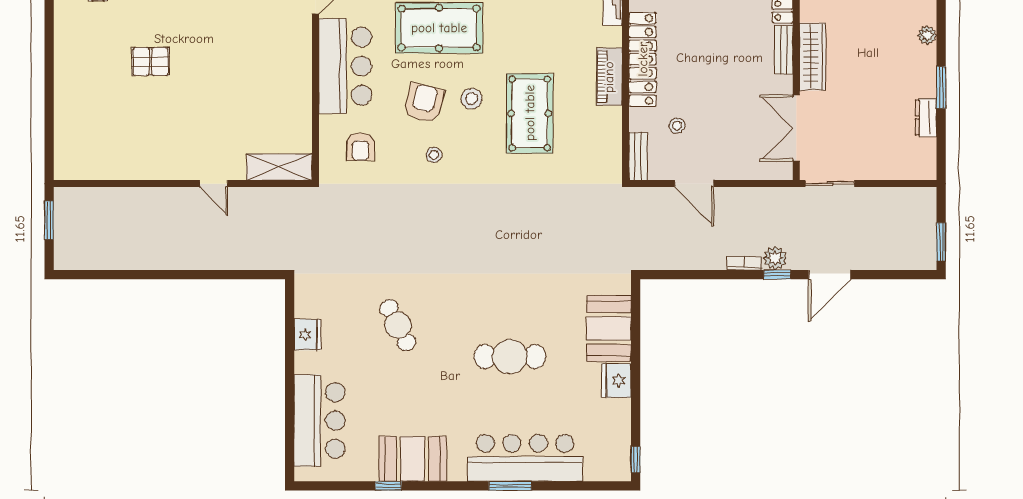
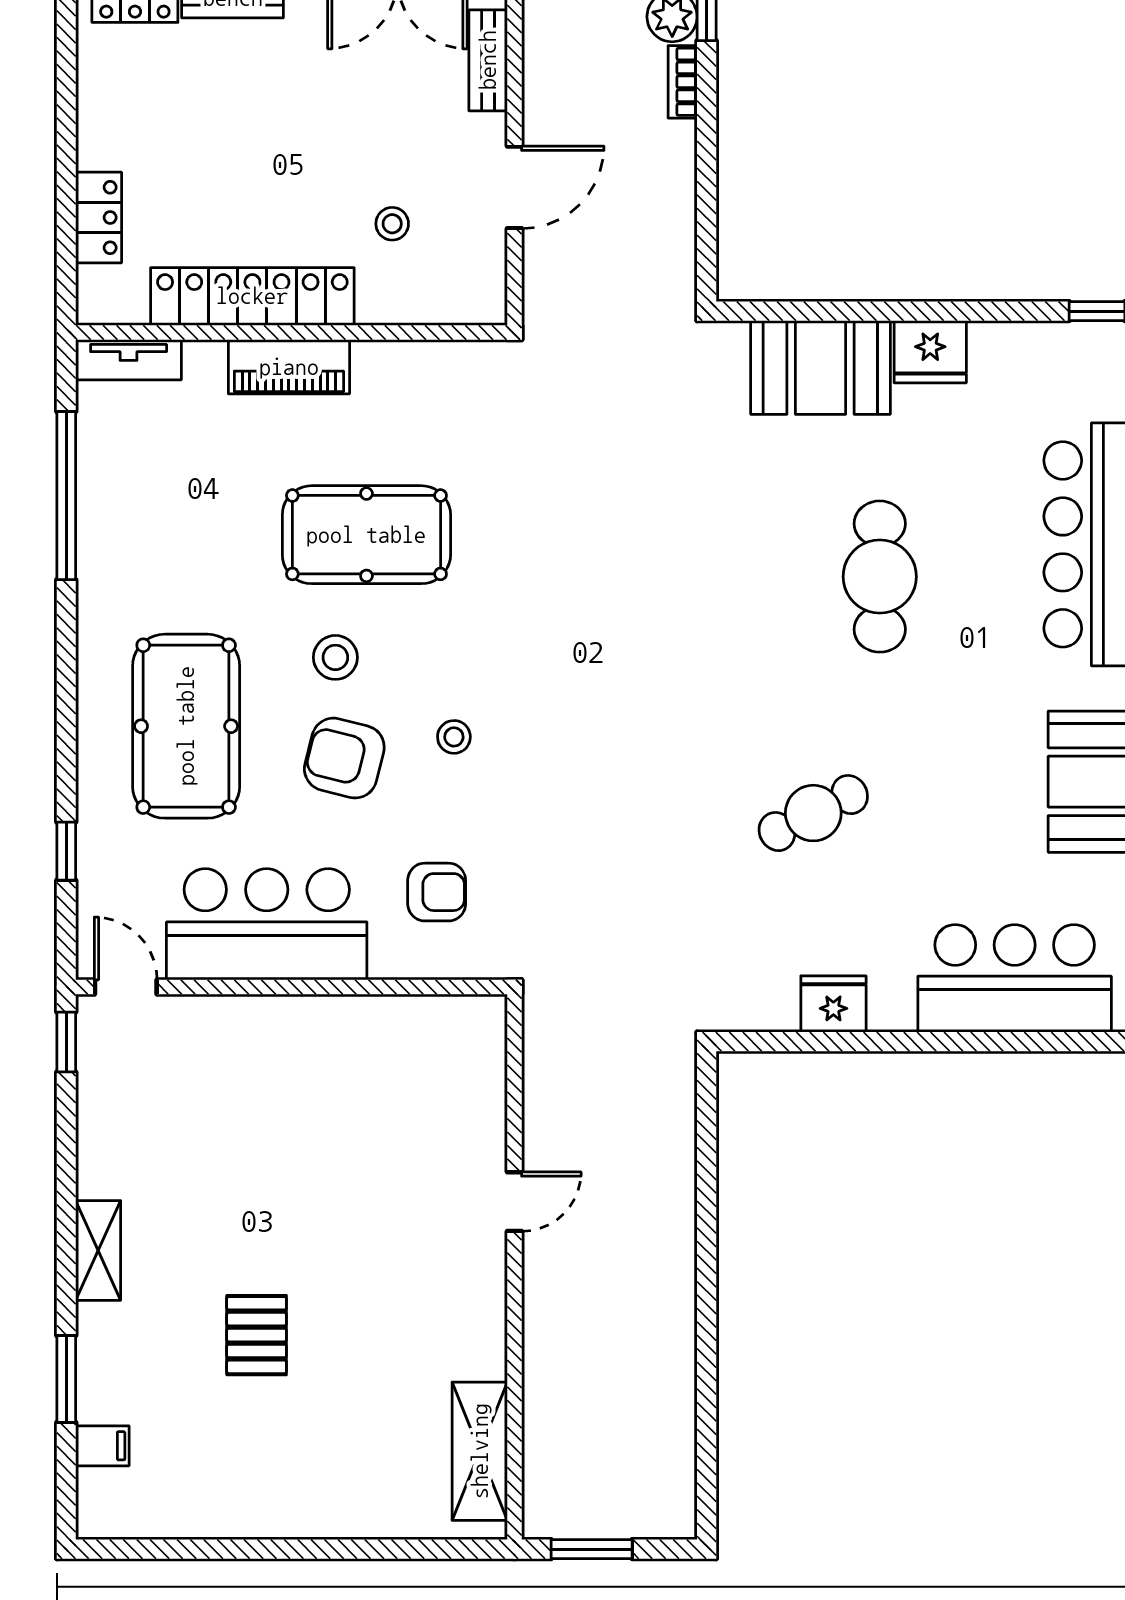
bench: (638, 156) -> (488, 60), moved, turned 90
shelving: (279, 167) -> (480, 1451), moved

